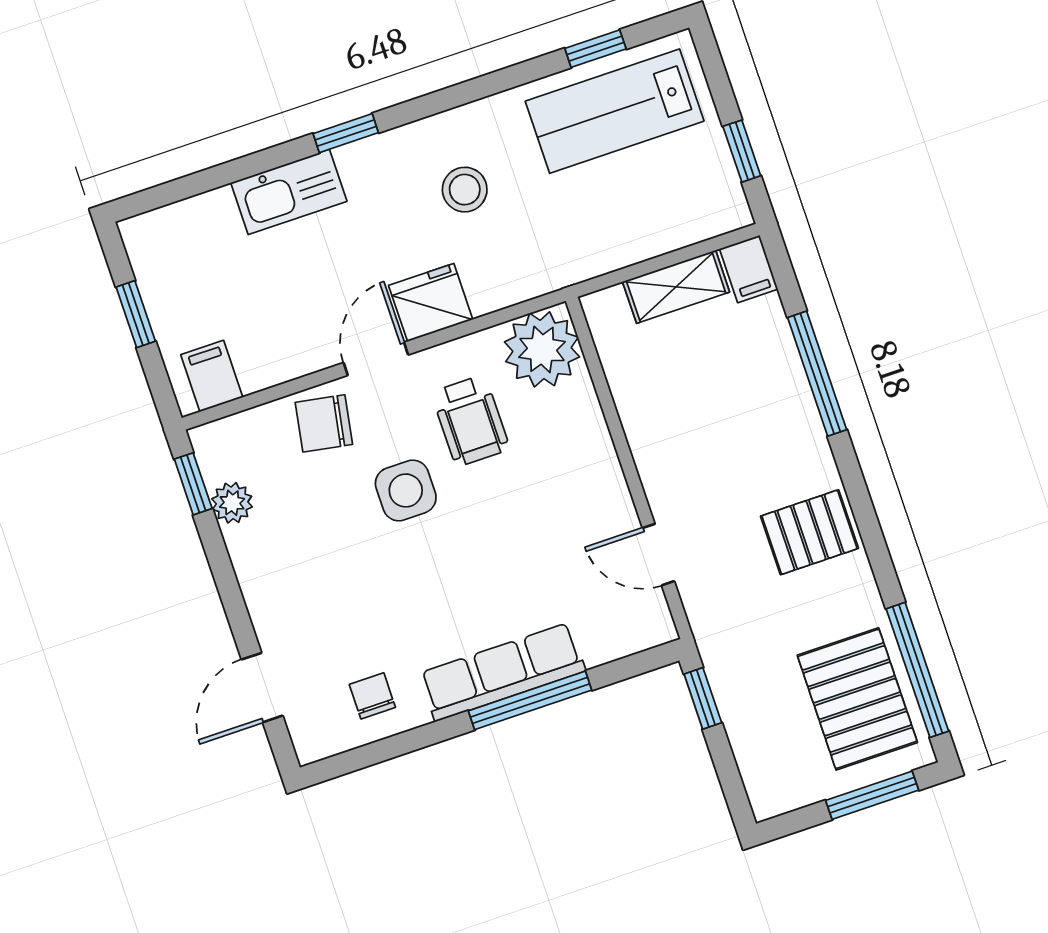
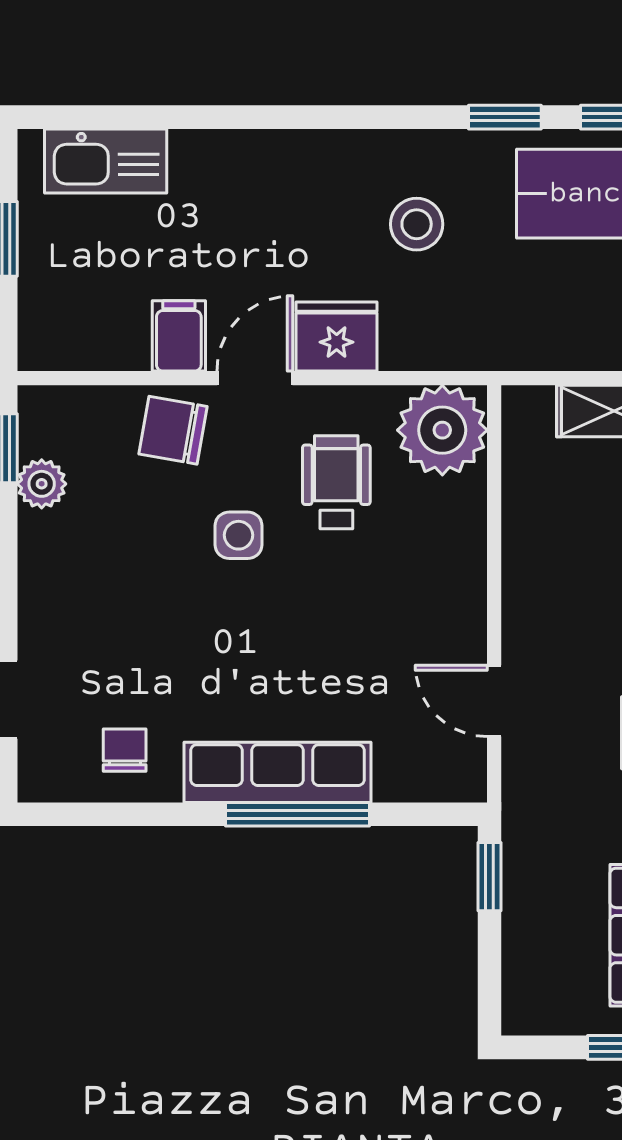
window: (346, 133) -> (505, 117), moved
kitchen sink: (289, 192) -> (106, 161), moved
filing cabinet: (212, 376) -> (179, 336), moved
wheelchair: (470, 421) -> (336, 482), turned 180
side table: (406, 490) -> (239, 535), width x0.73, depth x0.73

